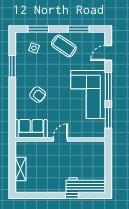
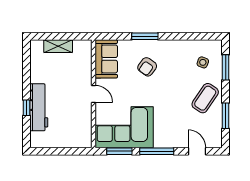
window: (12, 66) -> (145, 36), moved
corner sofa: (88, 95) -> (124, 127), moved
workbench: (86, 185) -> (39, 107), moved

